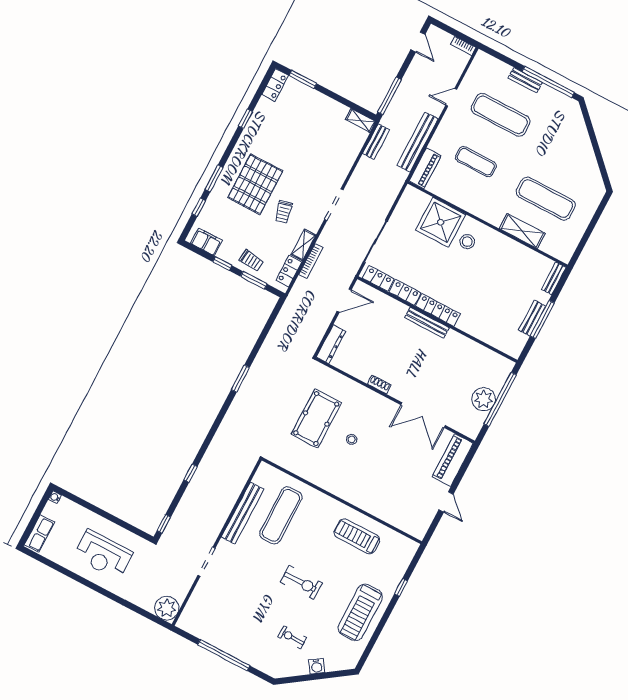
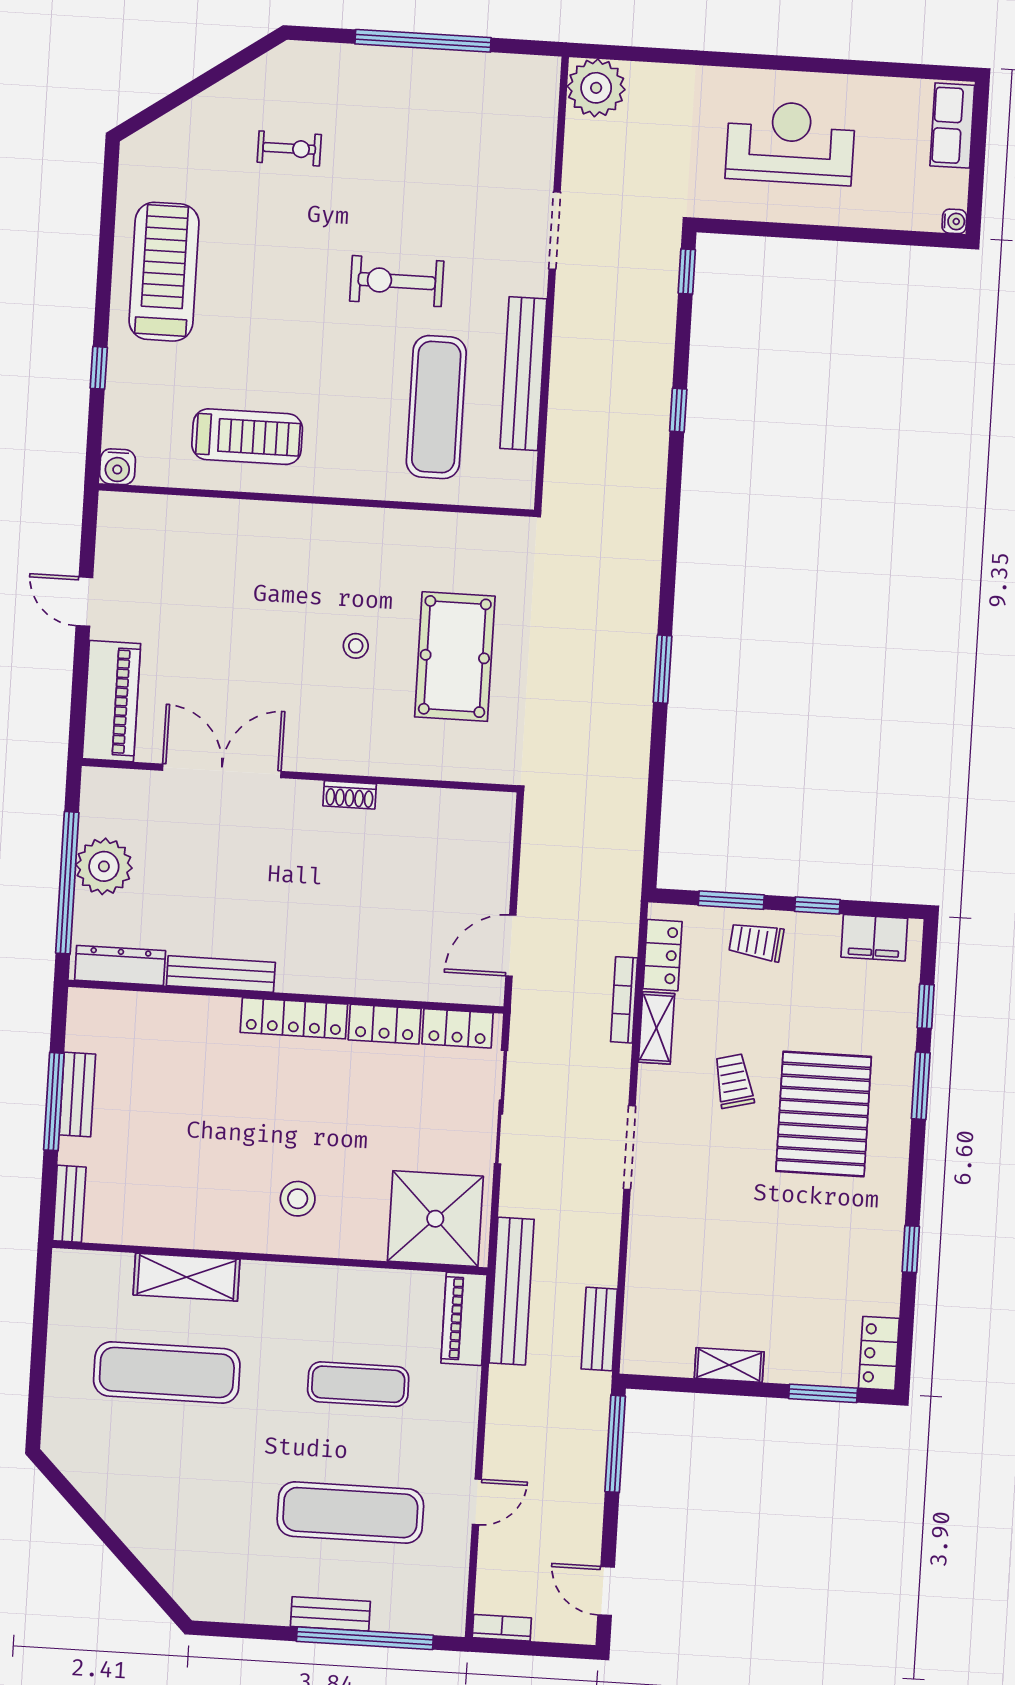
window: (548, 82) -> (365, 1638), moved
shelving: (361, 120) -> (729, 1365), moved
bench: (418, 142) -> (512, 1291), moved
shower: (441, 222) -> (435, 1219), moved
bench: (427, 323) -> (221, 974), moved
dresser: (331, 344) -> (120, 965), moved, turned 90
exercise bike: (301, 583) -> (397, 281), moved
water cooler: (317, 666) -> (117, 467), moved, turned -145

